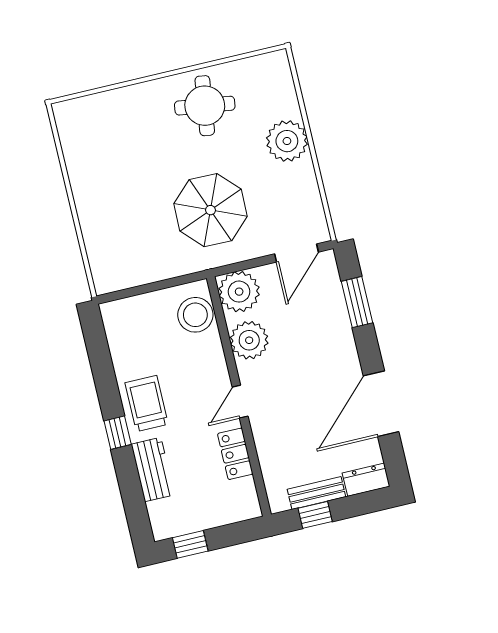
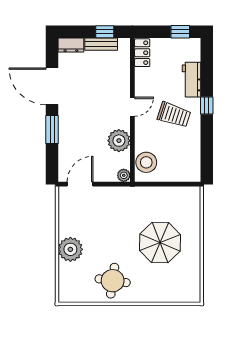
parasol: (210, 210) -> (160, 243), moved
plant: (239, 292) -> (124, 175), width x0.53, depth x0.53
window: (357, 302) -> (52, 129), moved
trolley: (147, 403) -> (174, 115), moved, turned -72
door: (381, 404) -> (52, 86), swing flipped
locker: (235, 454) -> (142, 53), moved

